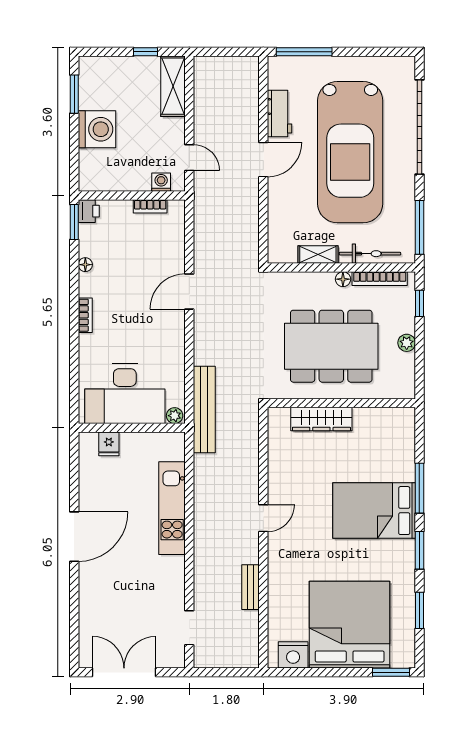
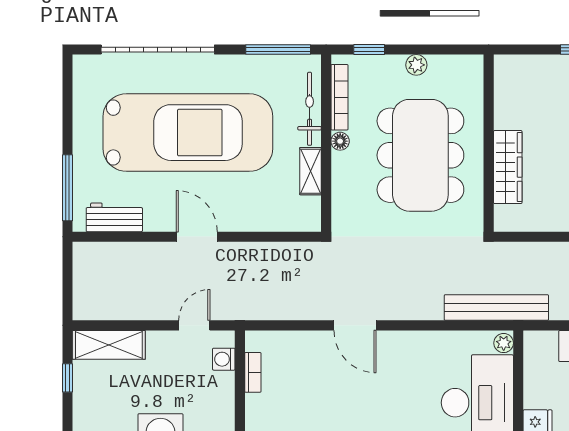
workbench: (279, 114) -> (114, 217), moved

